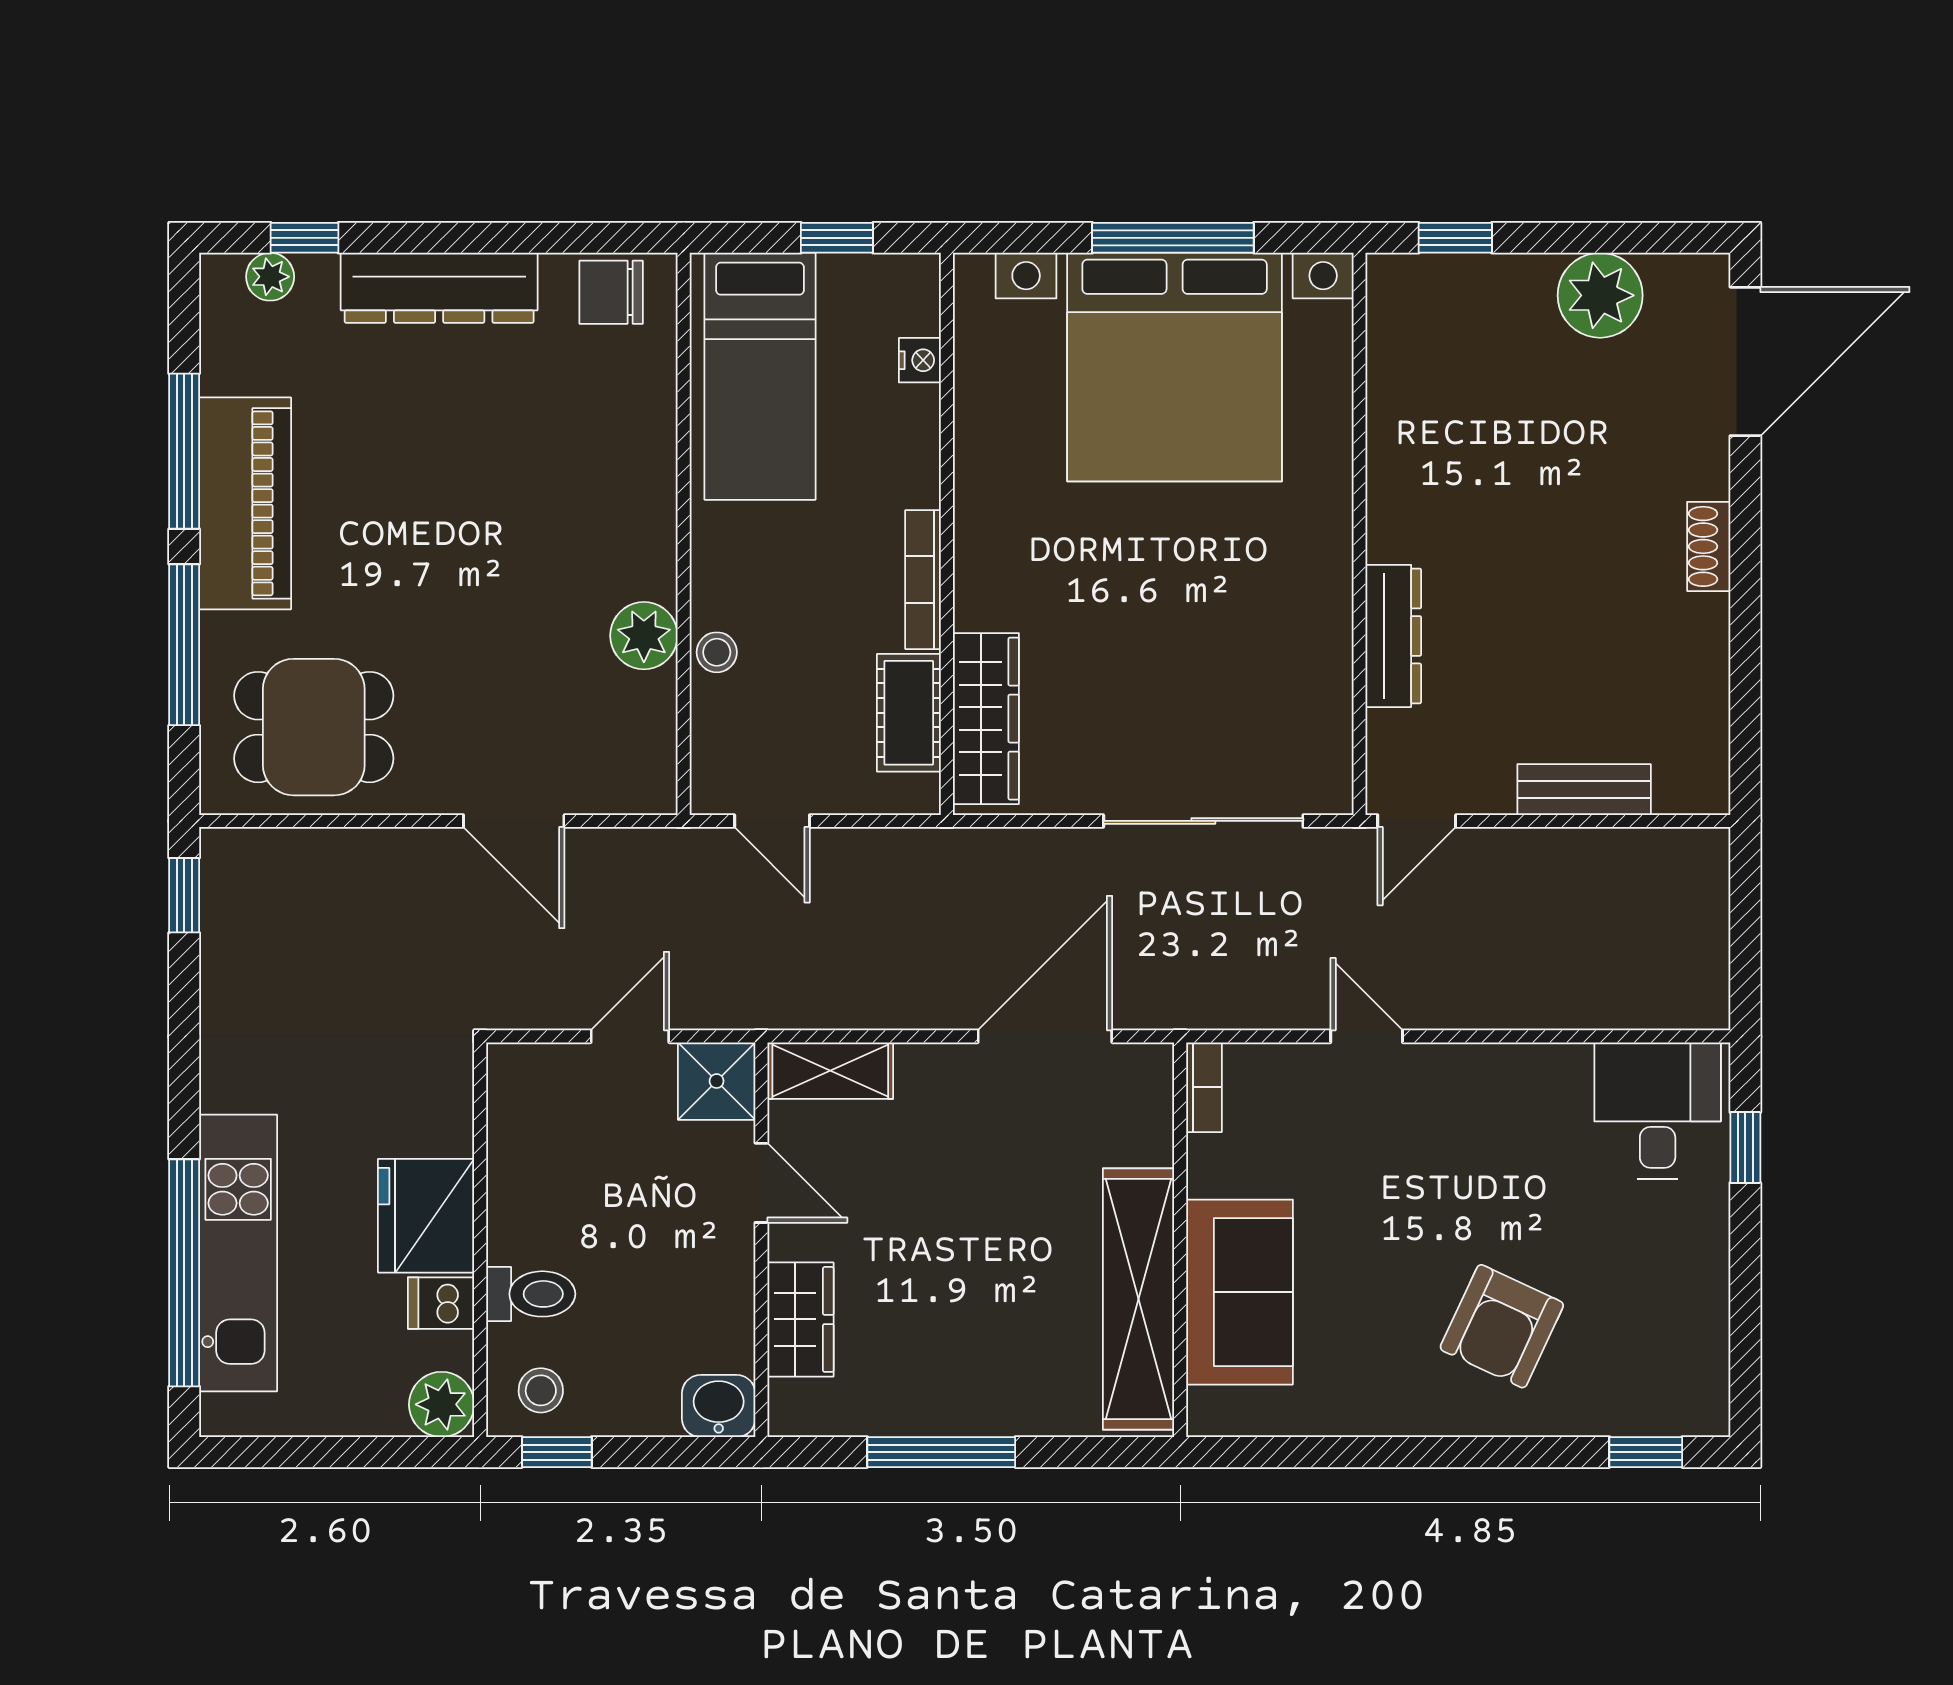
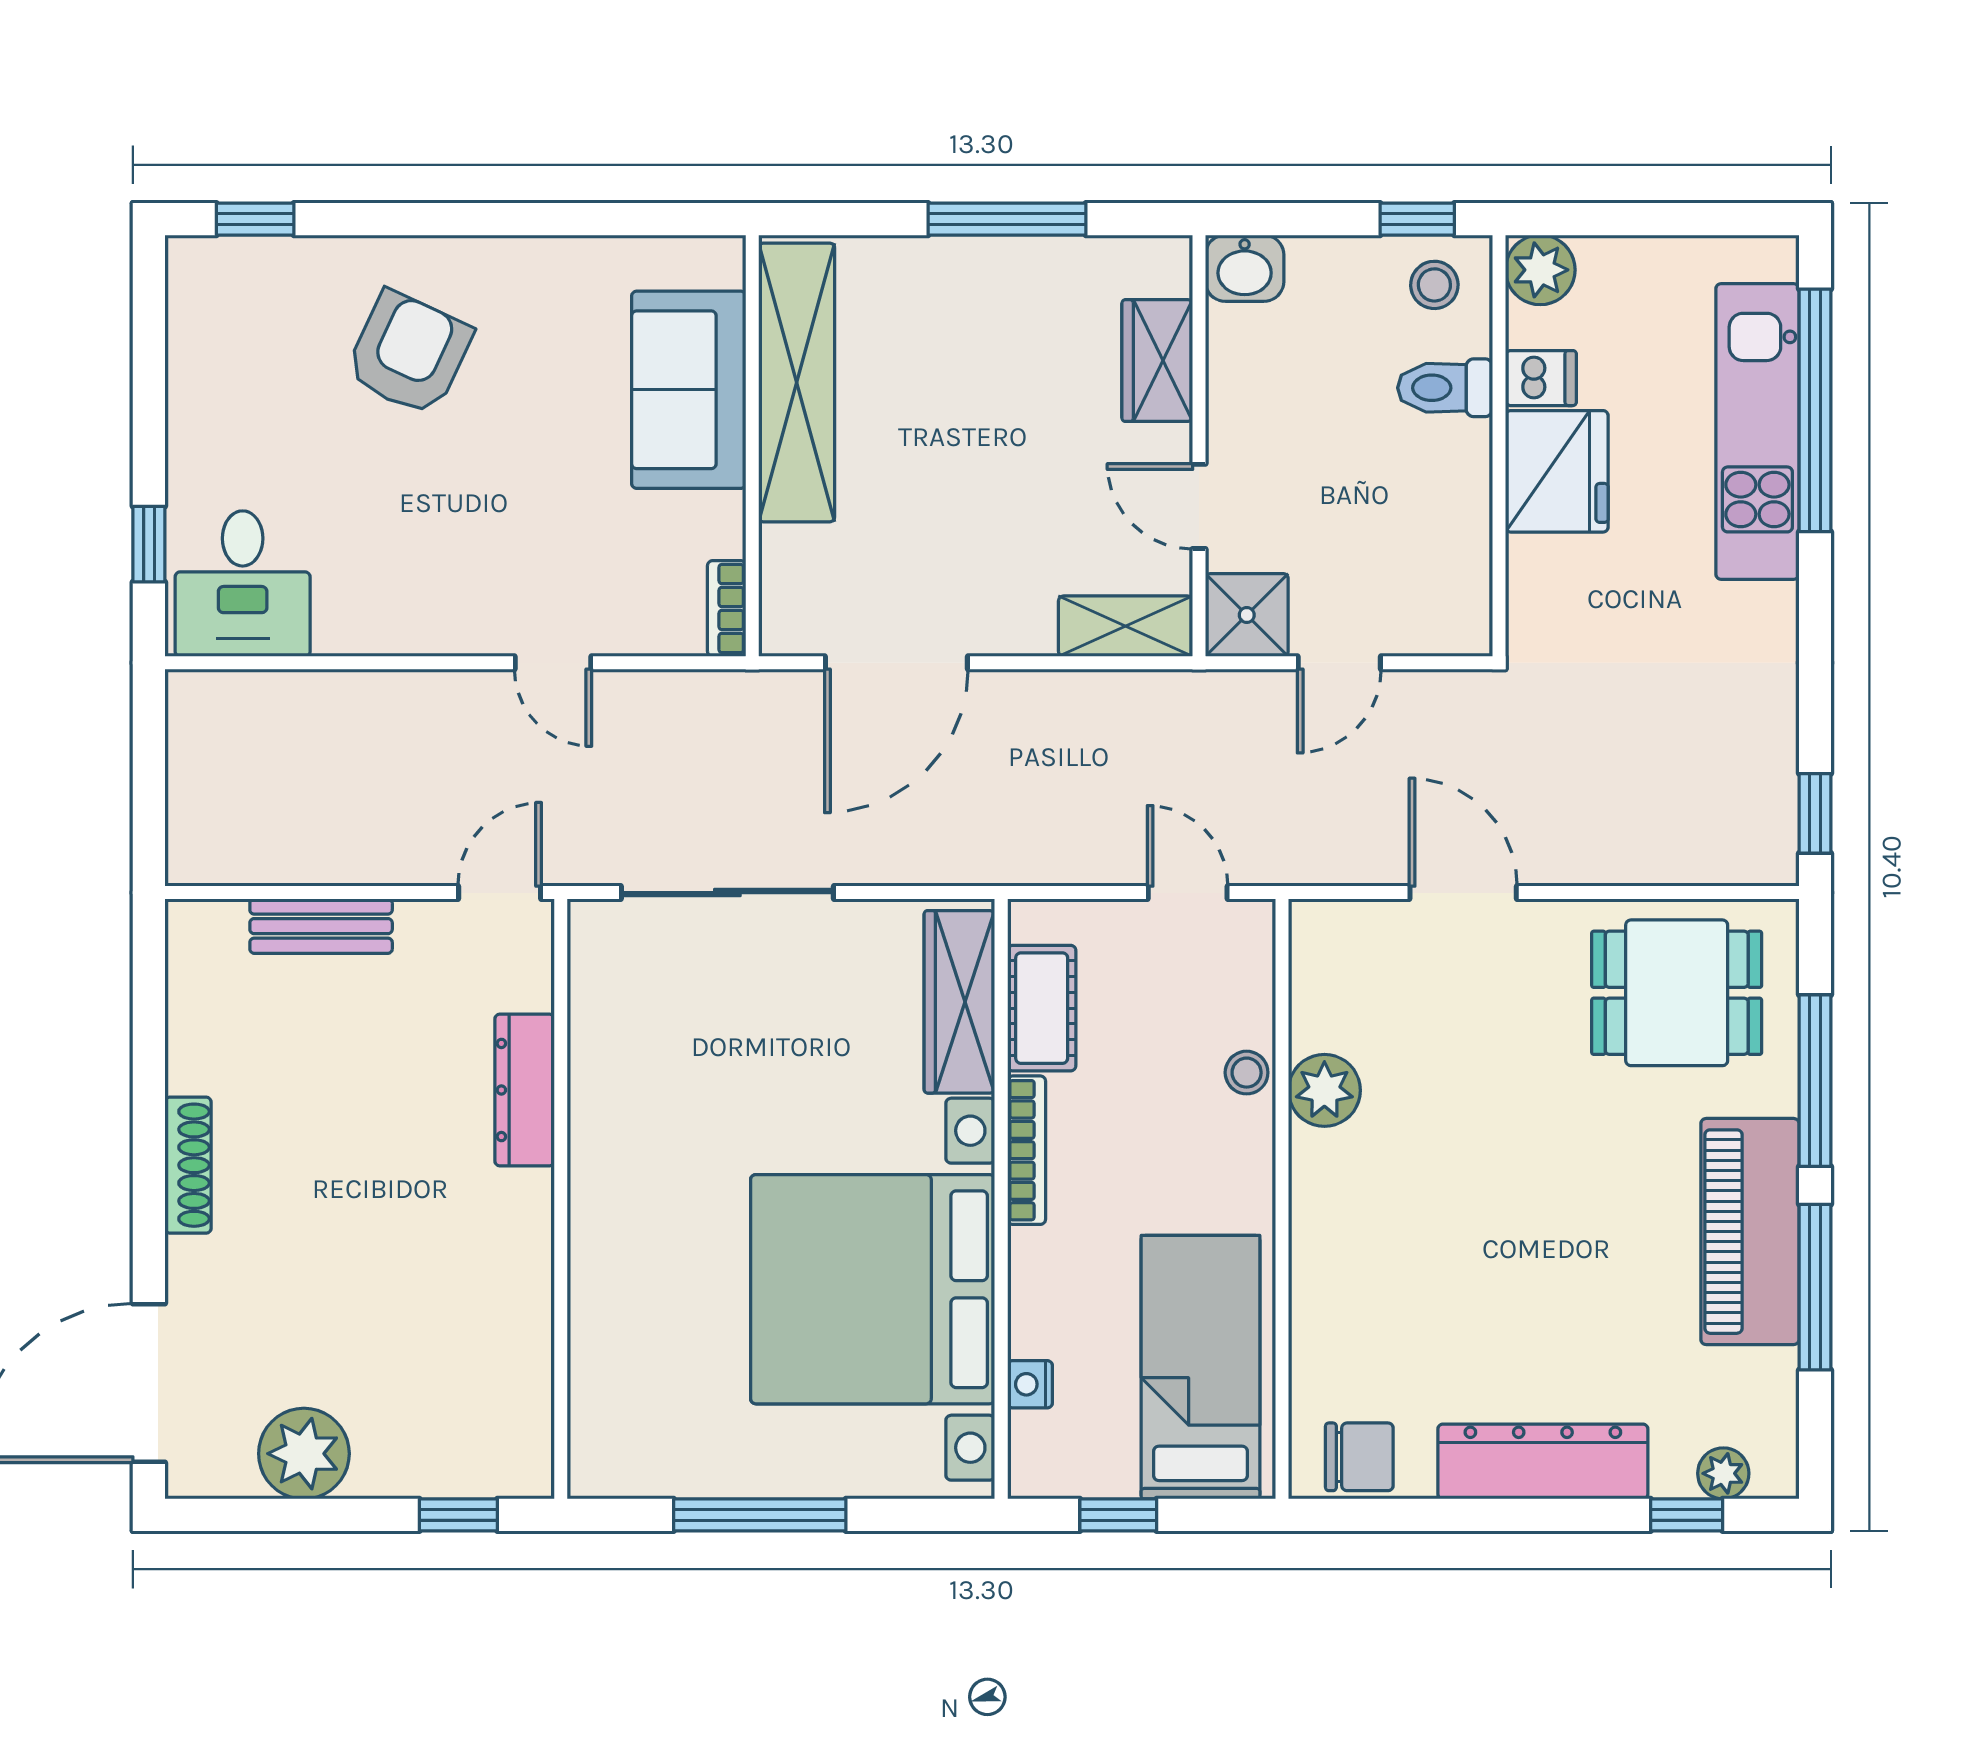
bed with nightstands: (1175, 367) -> (873, 1289), moved, turned -90
shoe rack: (1709, 546) -> (188, 1165), width x1.43

